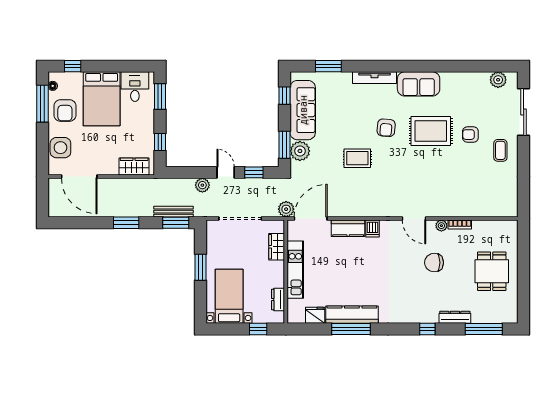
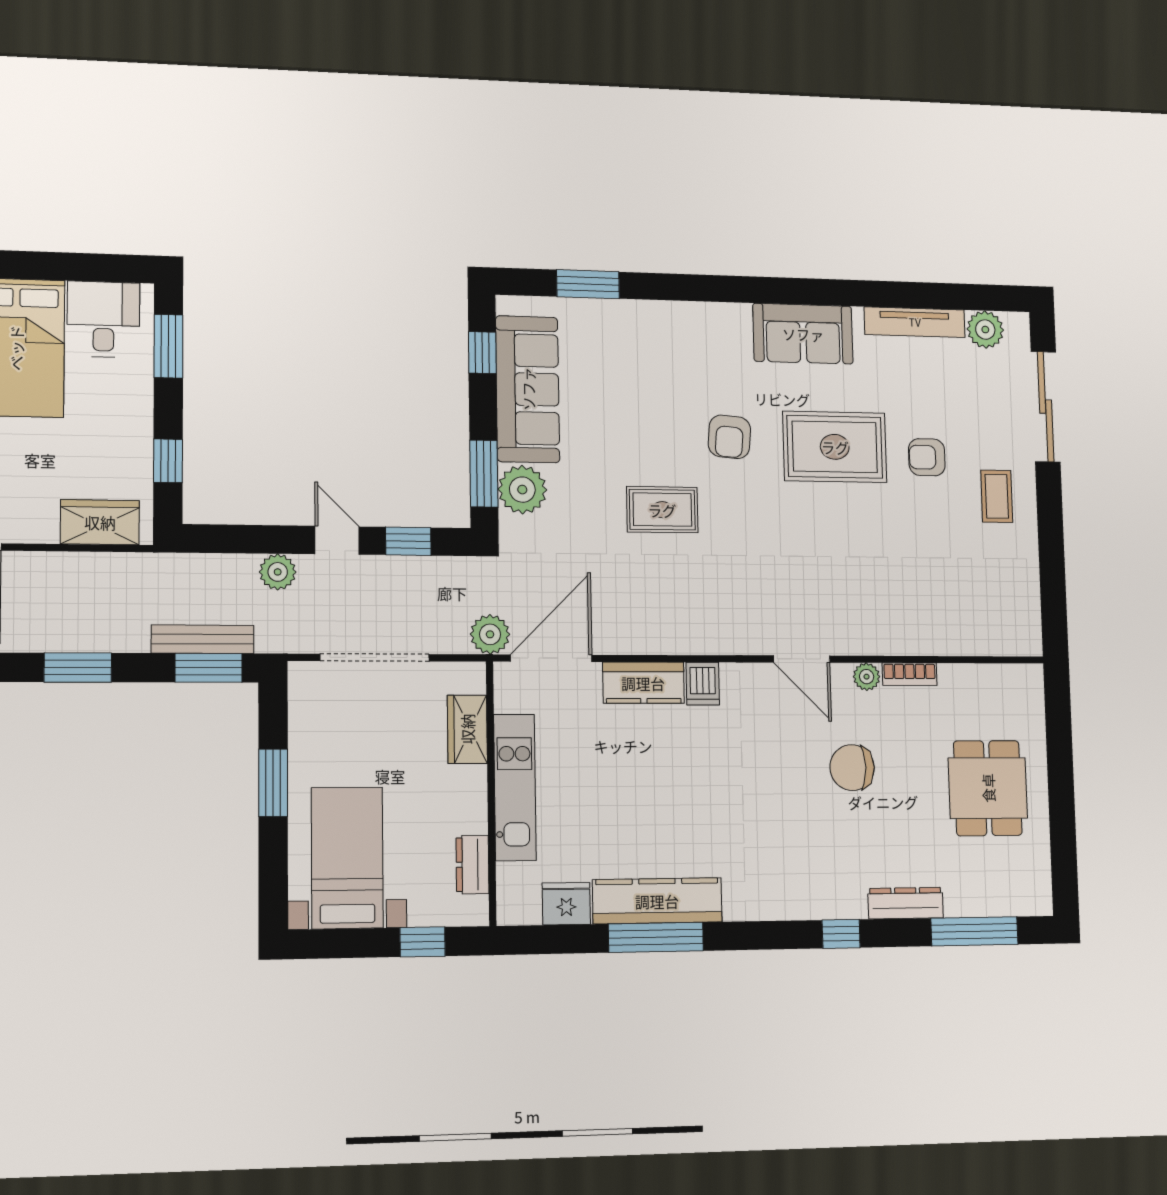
tv unit: (375, 78) -> (915, 322), moved

